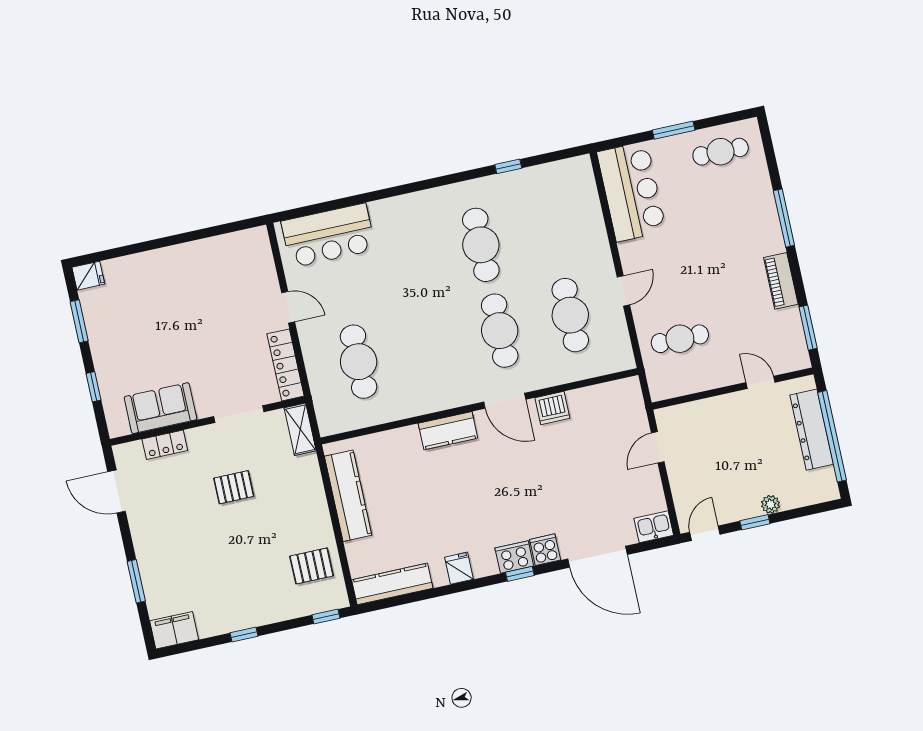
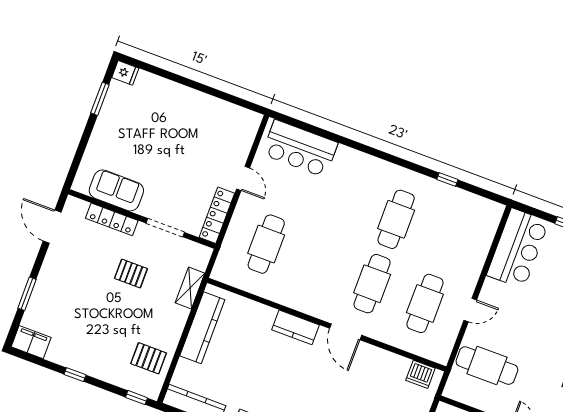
cafe table: (680, 339) -> (487, 366), width x1.37, depth x1.35
window: (93, 387) -> (82, 148), removed
dishwasher: (552, 408) -> (420, 374), moved
shelving: (300, 429) -> (190, 288), moved
locker: (165, 445) -> (112, 219), width x1.53

